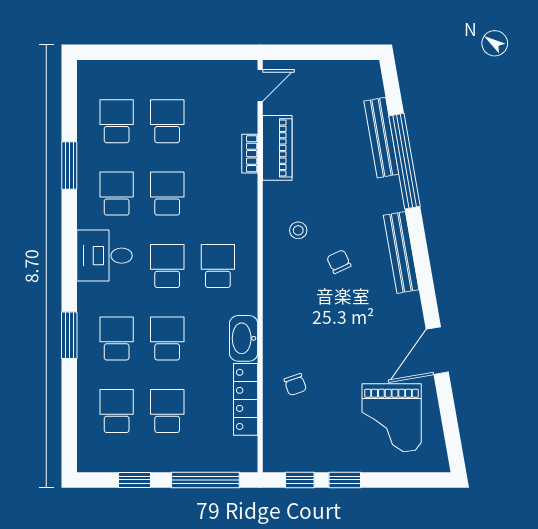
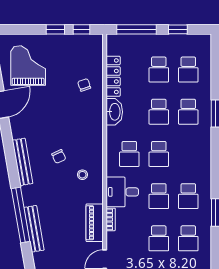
desk: (104, 256) -> (122, 192), moved, turned 180

